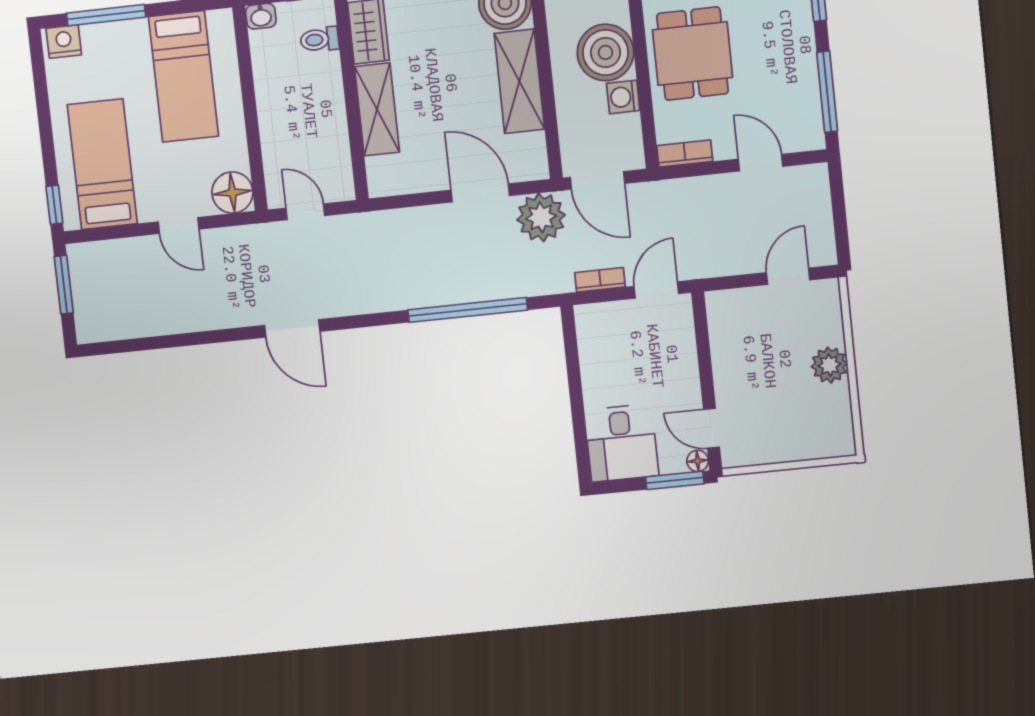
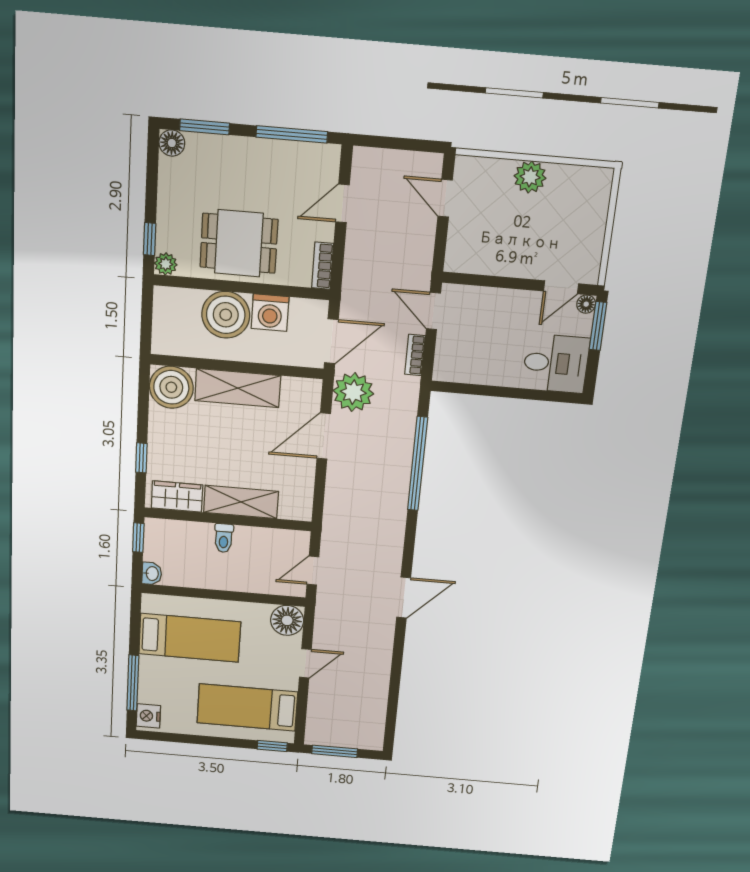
toilet: (320, 39) -> (224, 538), moved
washing machine: (623, 97) -> (270, 313), width x1.38, depth x1.38

